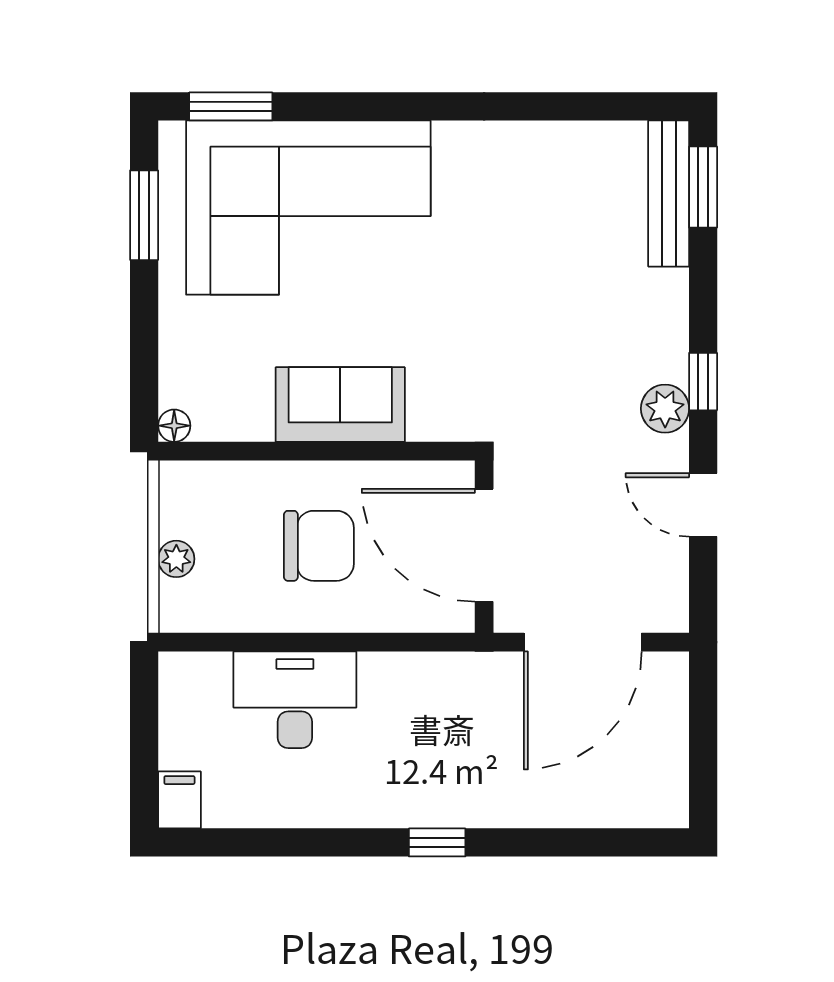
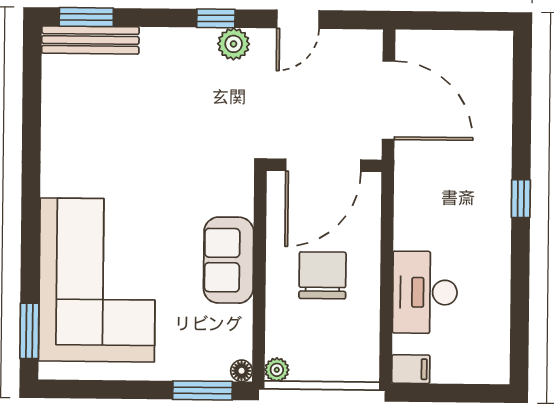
window: (144, 215) -> (202, 390), moved
plant: (176, 559) -> (277, 370), moved
filing cabinet: (179, 800) -> (411, 369), moved, turned 180

